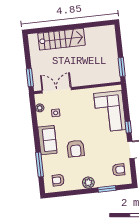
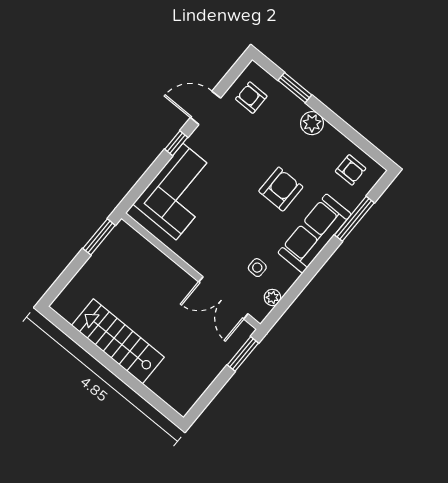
stairs: (61, 39) -> (118, 341), moved
sofa: (47, 140) -> (315, 233), width x1.36

